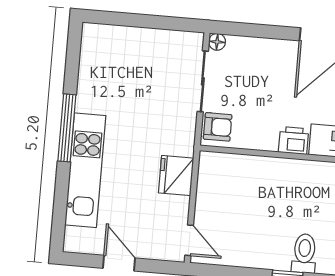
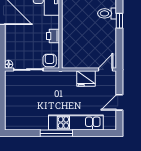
printer: (294, 140) -> (53, 36), moved
fridge: (176, 175) -> (86, 79), moved

